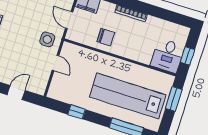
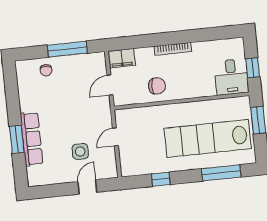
door: (69, 20) -> (110, 85), hinge flipped
side table: (47, 39) -> (80, 151), moved
door: (55, 63) -> (115, 137), swing flipped

